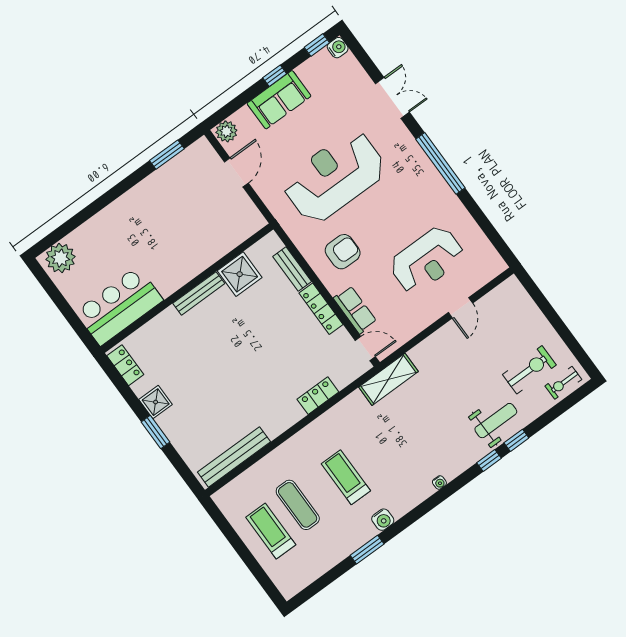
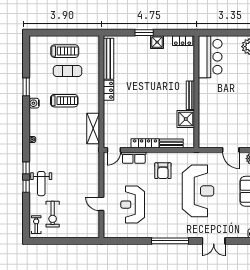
shelving: (388, 379) -> (93, 129), moved
locker: (318, 396) -> (108, 90), moved

